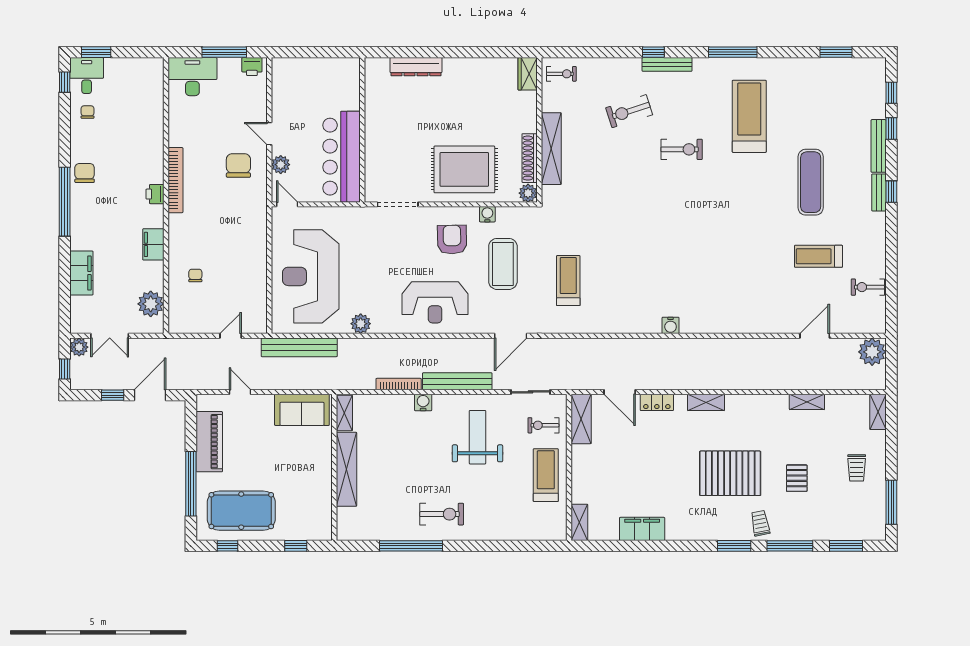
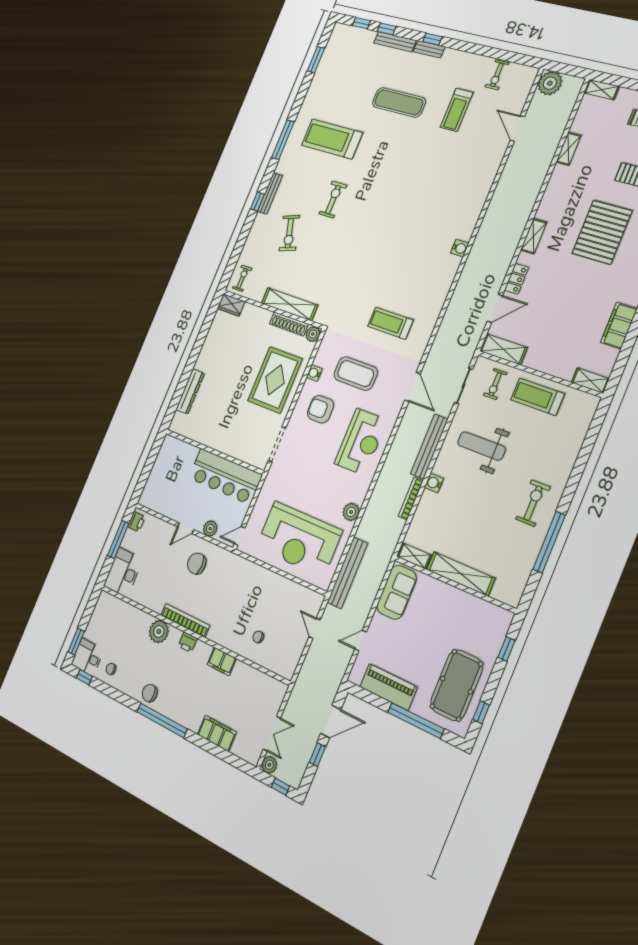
plant: (151, 304) -> (159, 632), moved
door: (150, 395) -> (331, 721), swing flipped

